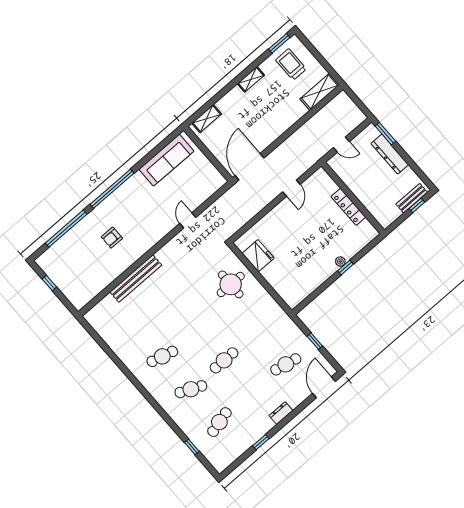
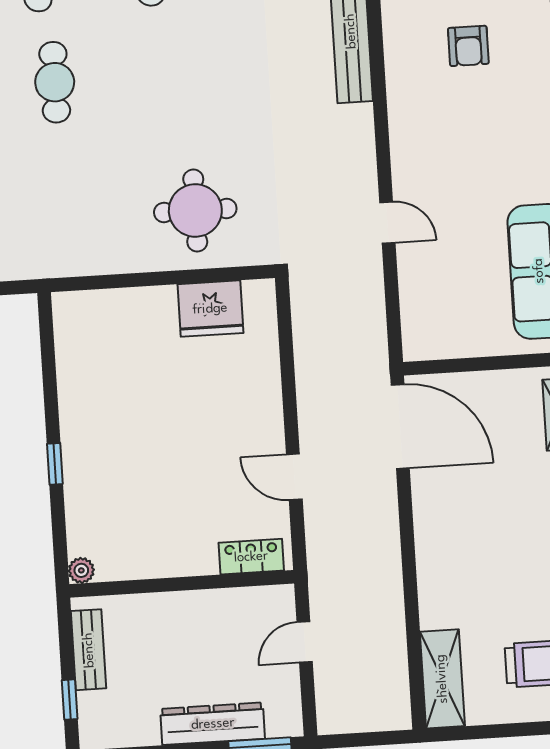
bench: (412, 198) -> (89, 650), moved
locker: (348, 207) -> (251, 557), moved, width x0.66
armchair: (112, 238) -> (468, 46), turned 180
plant: (340, 261) -> (81, 570), moved

